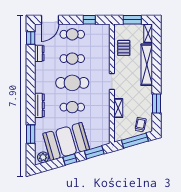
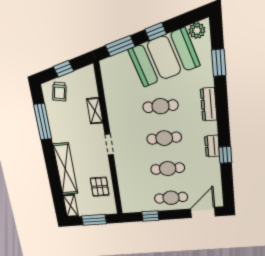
window: (31, 38) -> (225, 155), moved
dresser: (39, 53) -> (212, 146), moved
cafe table: (72, 83) -> (164, 138), width x0.73, depth x0.74
window: (157, 103) -> (43, 122), width x1.44
window: (135, 141) -> (64, 69), width x0.46

